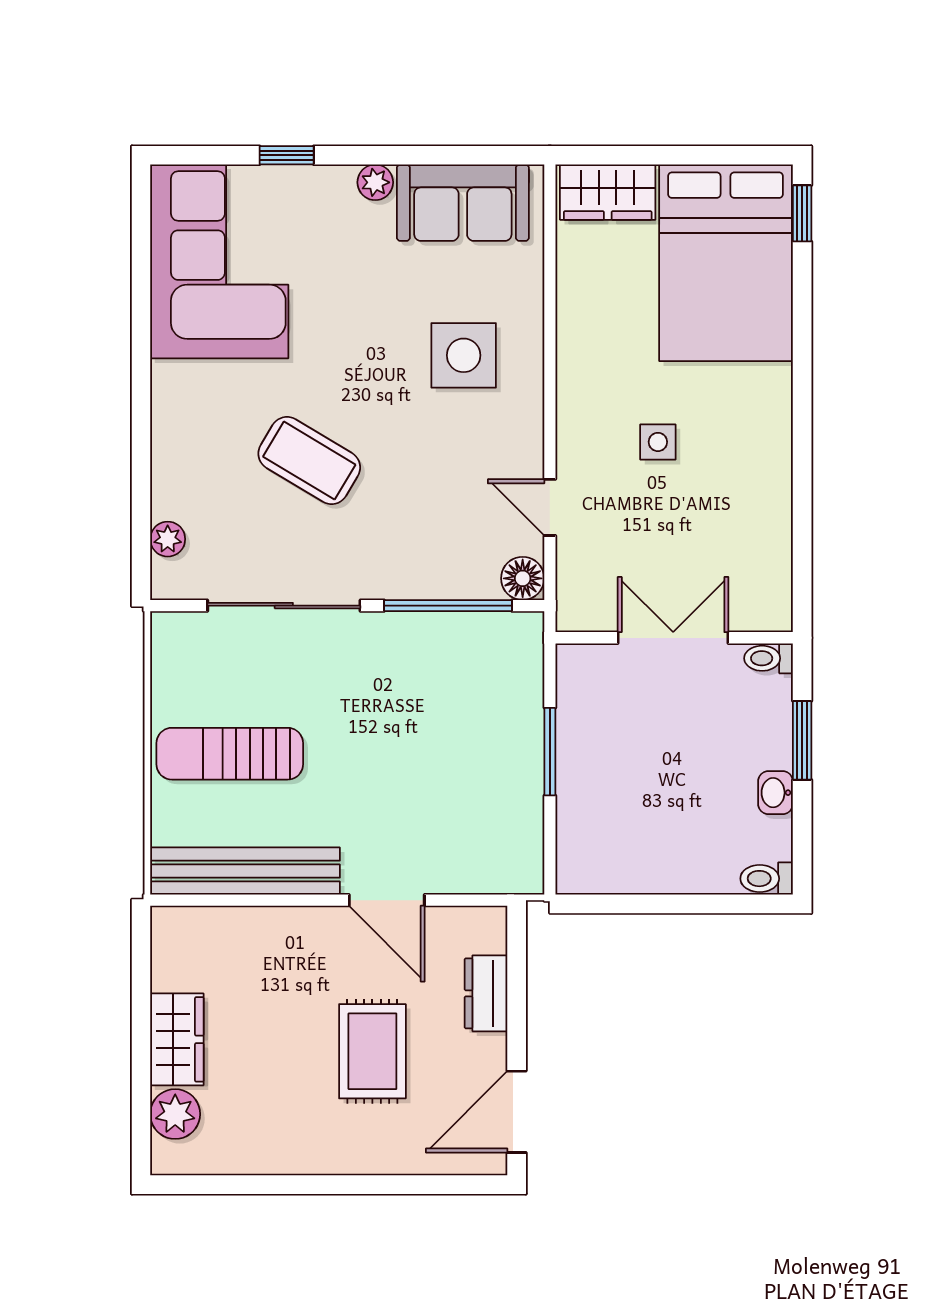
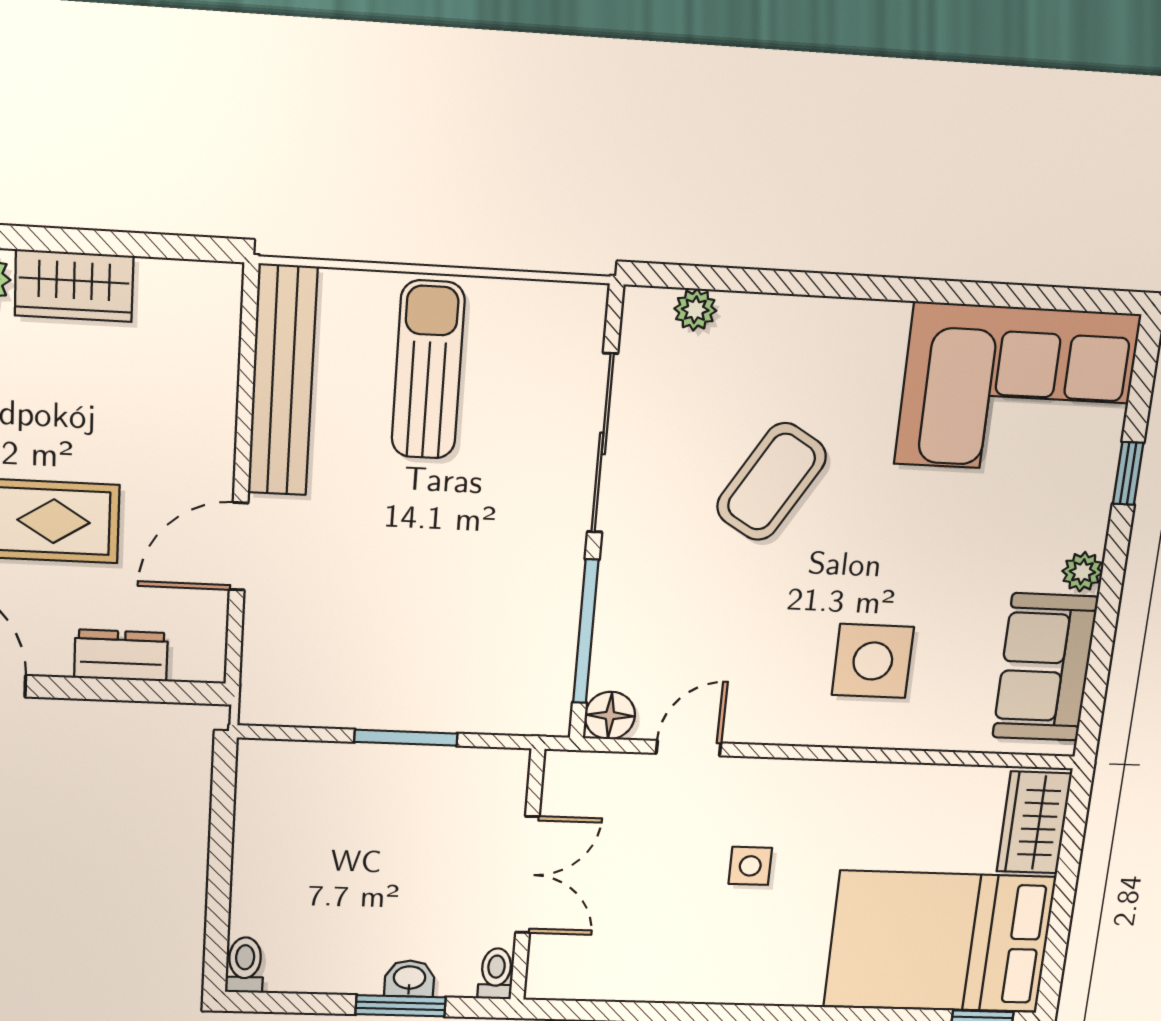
washbasin: (775, 793) -> (409, 979), moved

